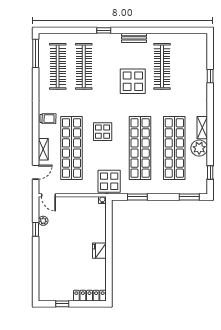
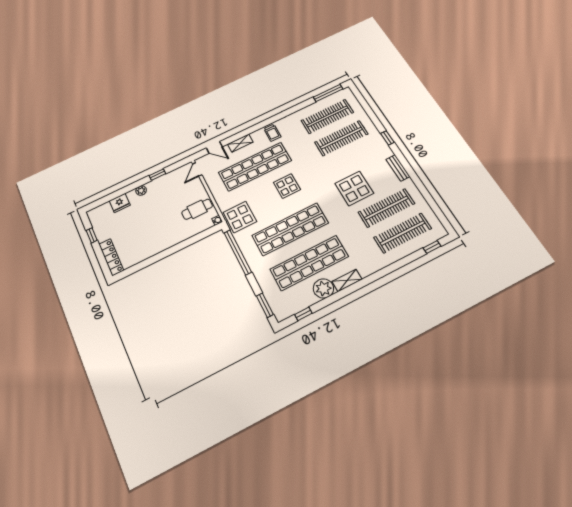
clothes rail: (188, 66) -> (403, 233), added
window: (210, 76) -> (432, 247), moved
window: (137, 197) -> (238, 252), width x2.11
cafe table: (84, 211) -> (197, 209), added
plant: (43, 221) -> (141, 191), moved
fridge: (99, 251) -> (120, 203), moved, turned 180

